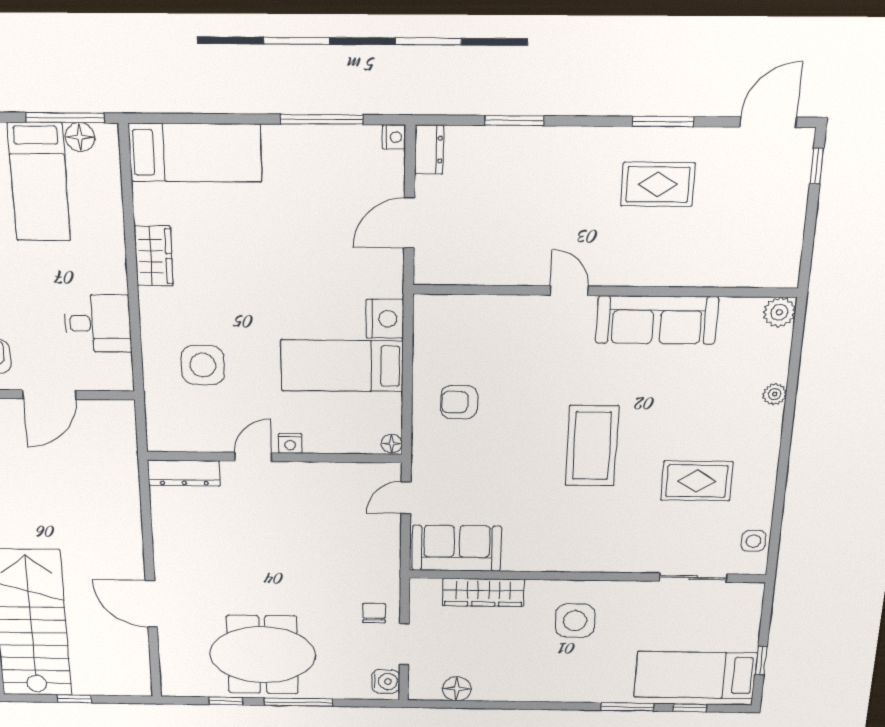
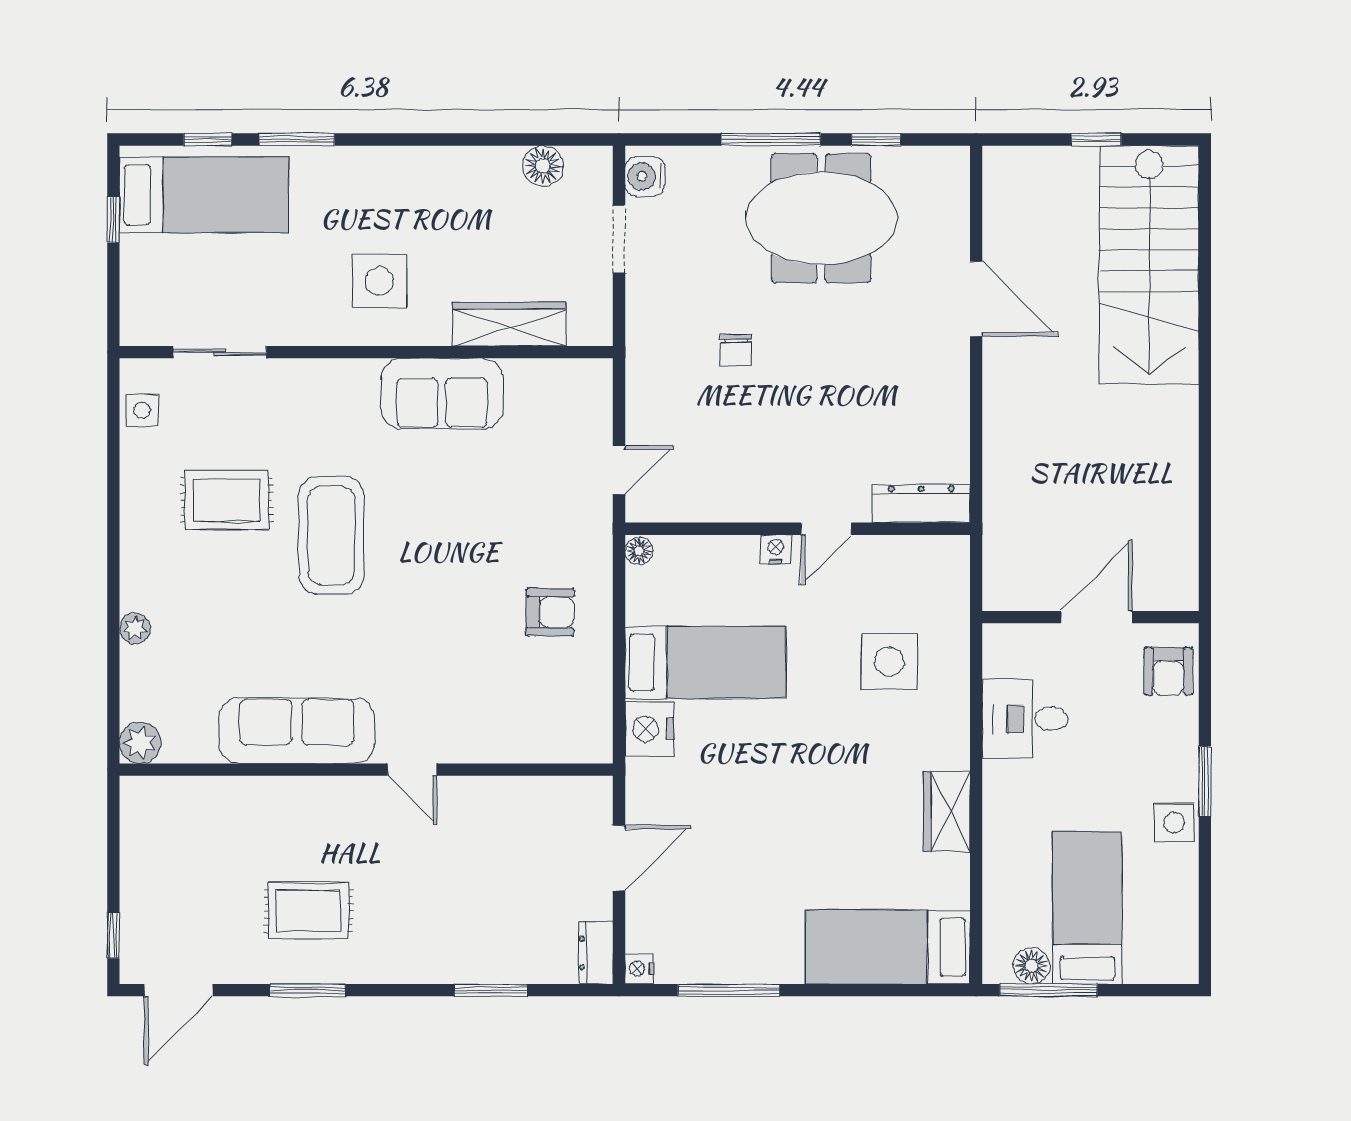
coffee table: (592, 446) -> (331, 535), moved
sofa: (457, 548) -> (442, 393), moved
chair: (374, 613) -> (736, 350), moved

